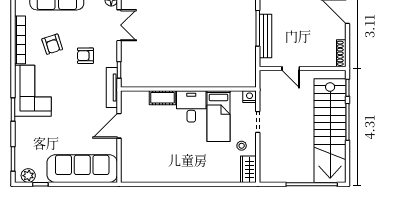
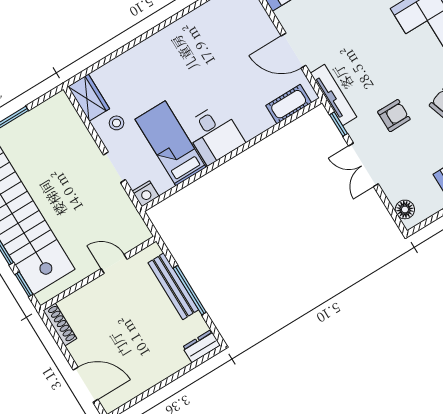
double door: (119, 25) -> (363, 165), moved
cot: (162, 98) -> (289, 104), moved
door: (119, 126) -> (293, 51), swing flipped

